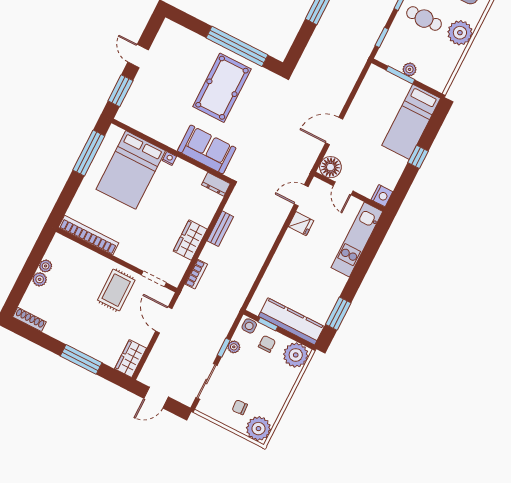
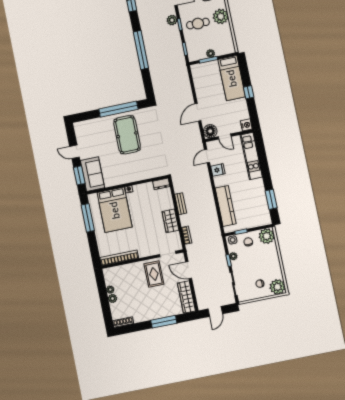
sofa: (207, 149) -> (92, 174), moved, turned 90
kitchen counter: (291, 321) -> (226, 206), moved, turned 90
wardrobe: (131, 359) -> (186, 297), width x1.50

